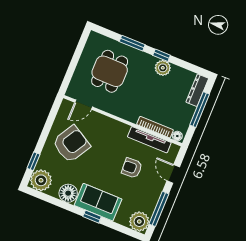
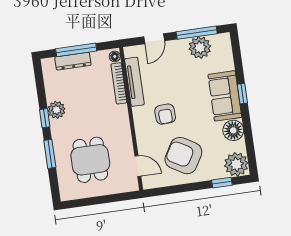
dining table: (110, 71) -> (90, 160), turned 90
dresser: (197, 90) -> (73, 61), moved
armchair: (132, 168) -> (165, 114), moved
plant: (139, 221) -> (200, 48), moved

